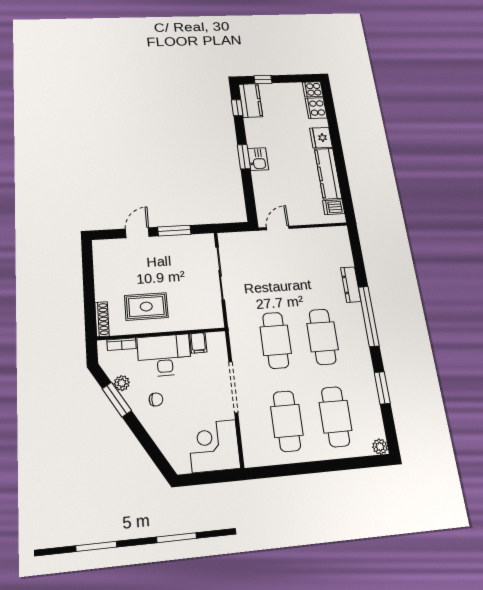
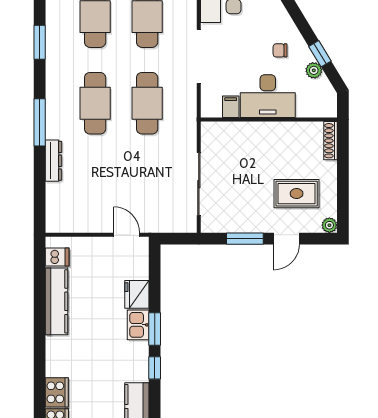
window: (237, 108) -> (155, 368), moved
fridge: (321, 138) -> (137, 294), moved, turned 180
door: (278, 228) -> (127, 235), swing flipped
plant: (99, 246) -> (329, 225), added
rug: (146, 306) -> (297, 194), moved
window: (369, 316) -> (40, 122), width x0.68
bookcase: (122, 344) -> (312, 112), removed
window: (117, 400) -> (320, 54), width x0.67

